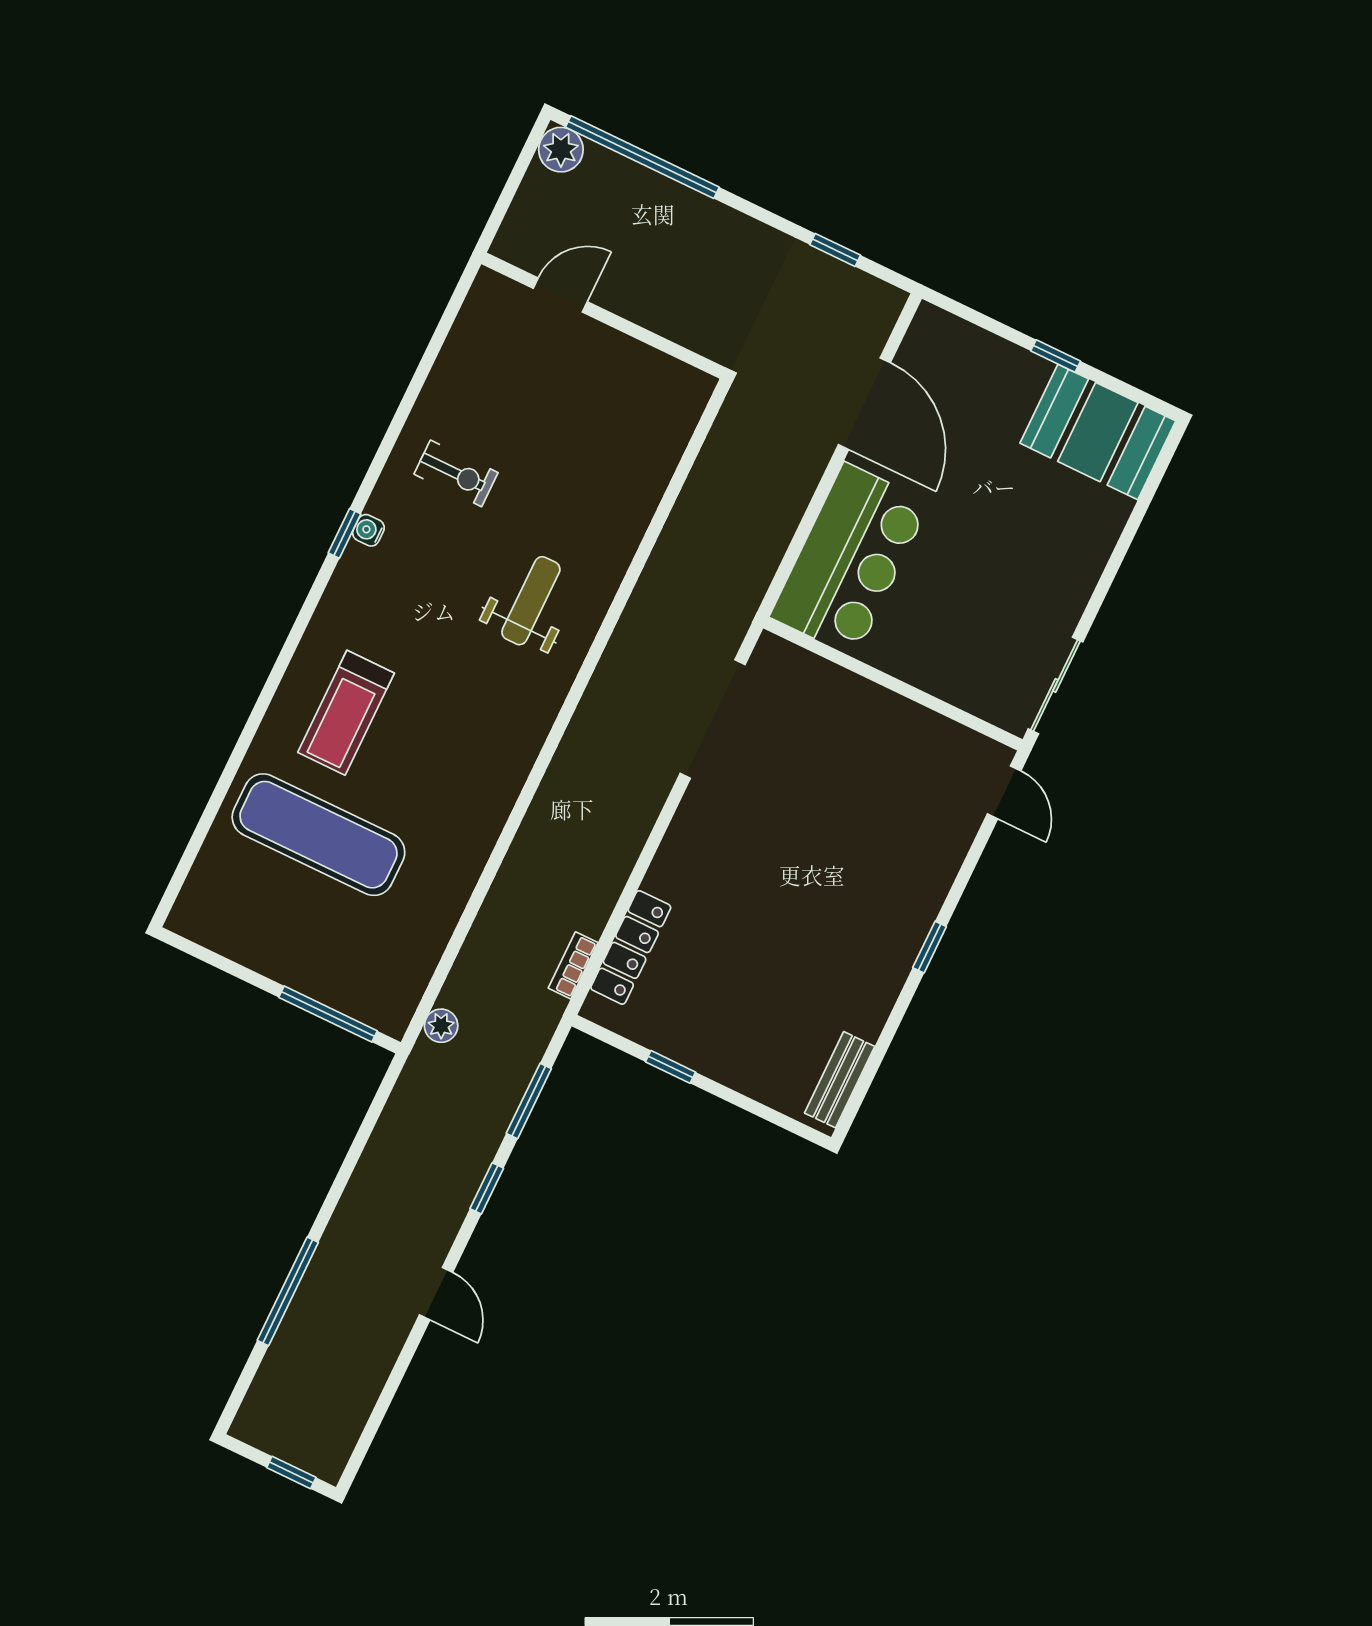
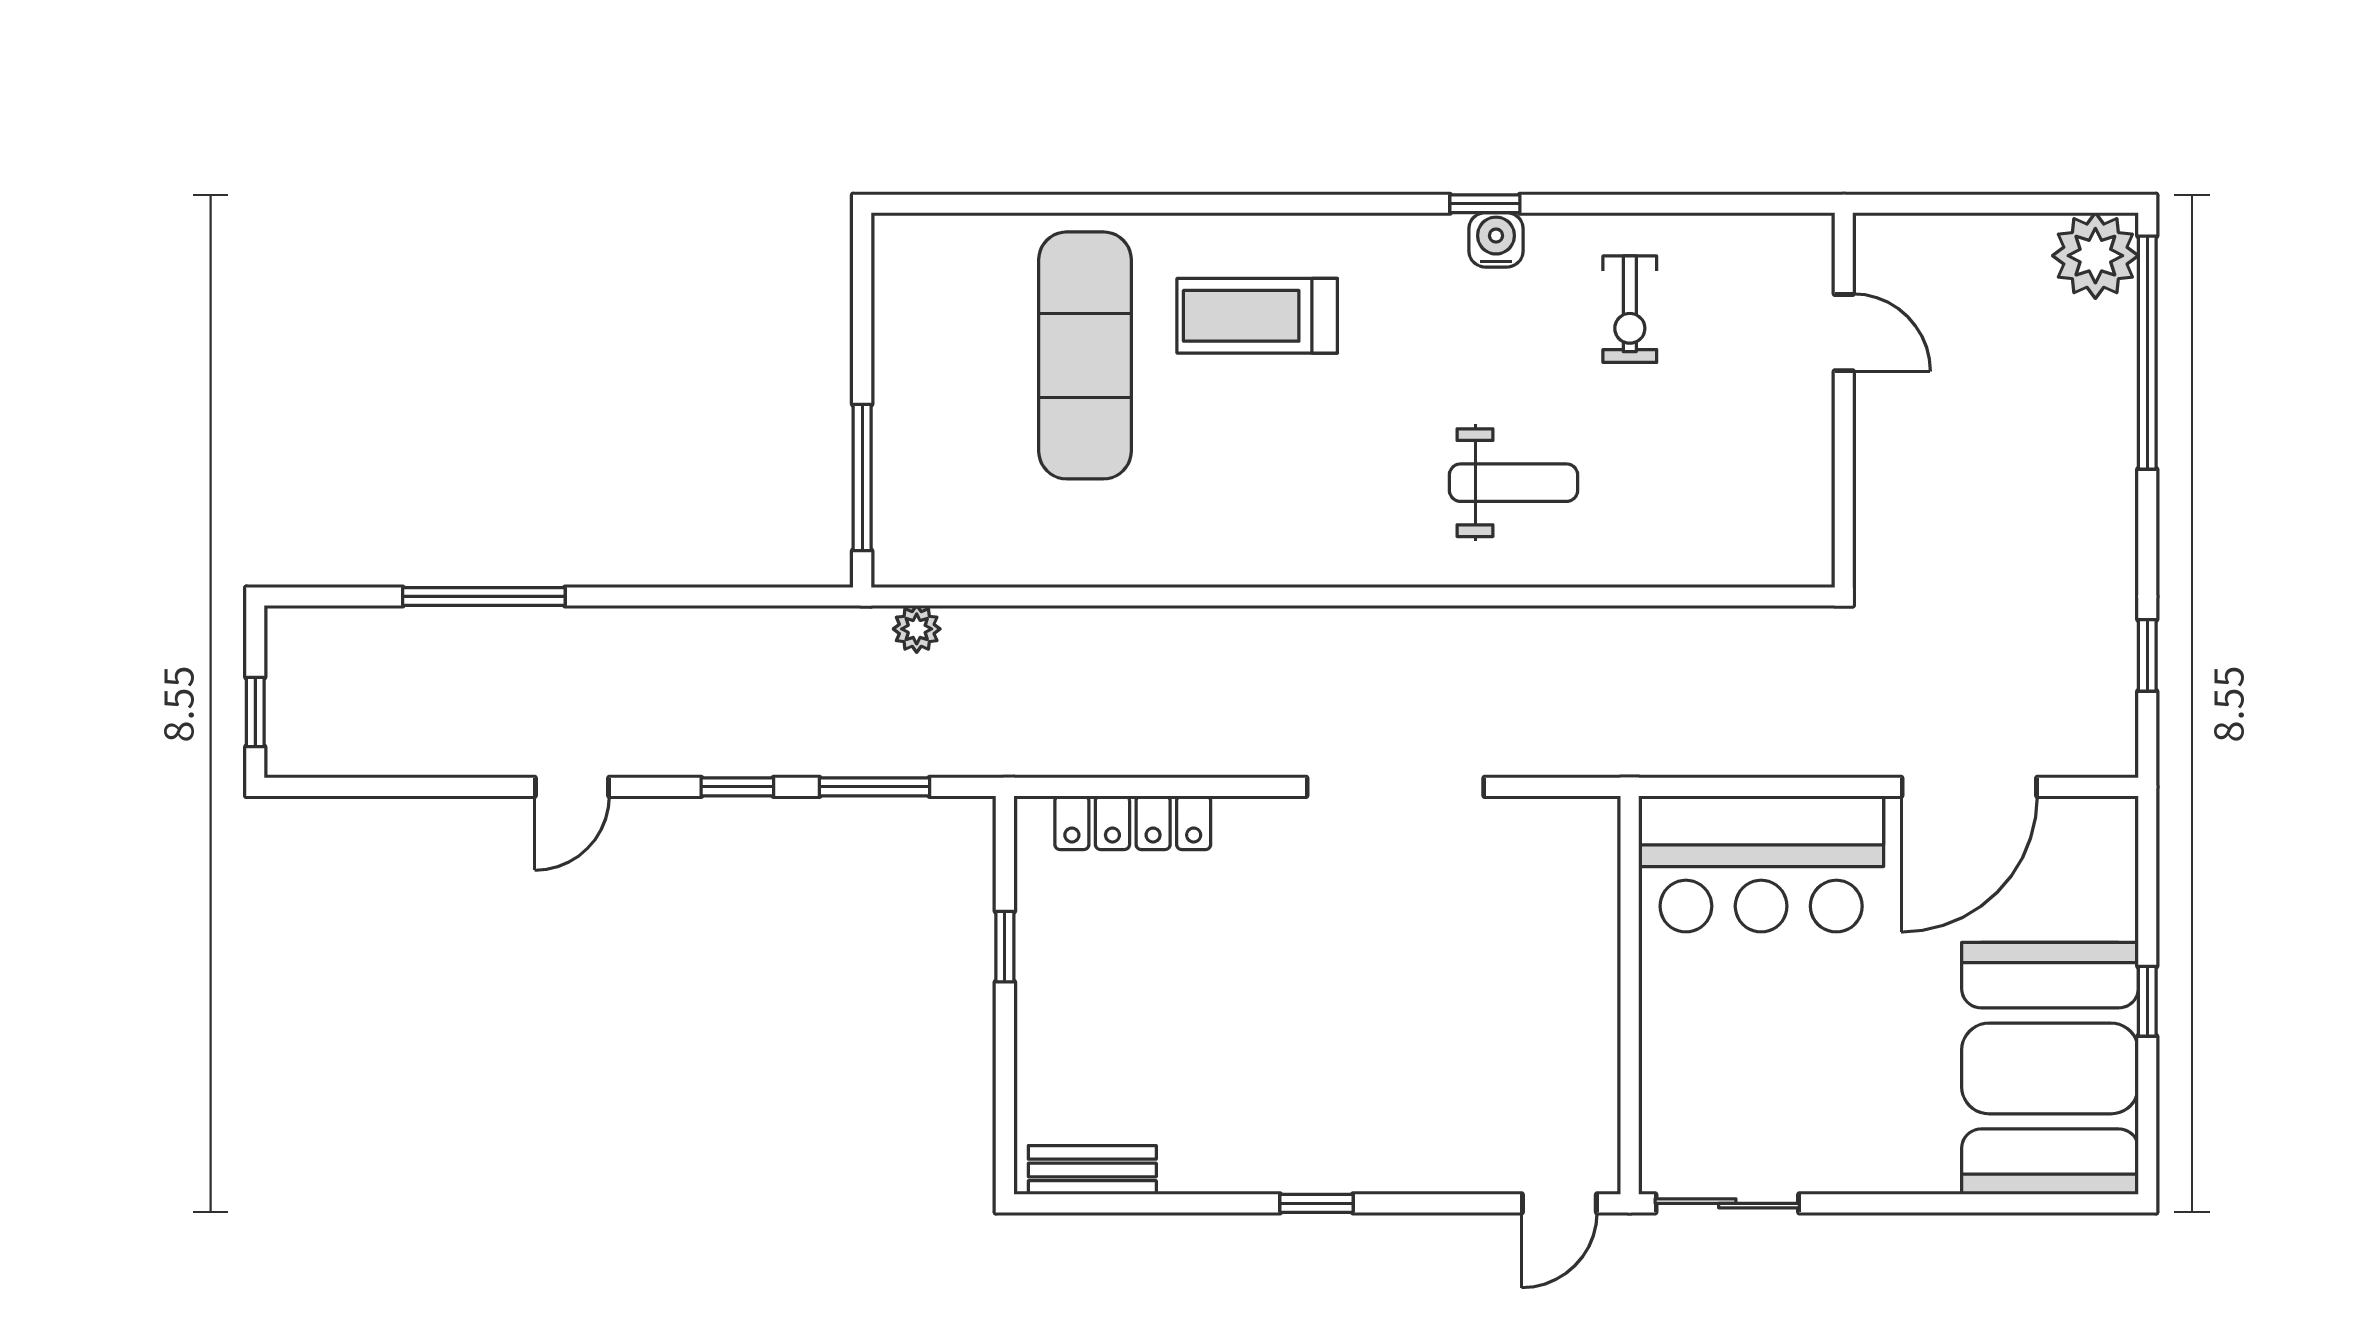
plant: (561, 150) -> (2095, 256), width x1.36, depth x1.36
door: (560, 295) -> (1844, 333), moved
wall: (603, 316) -> (1844, 400), moved
booth: (1098, 432) -> (2050, 1068), width x1.36, depth x1.42
water cooler: (368, 530) -> (1496, 240), width x1.38, depth x1.38
doorway: (713, 719) -> (1395, 787), moved
bookcase: (573, 965) -> (1074, 760), removed

